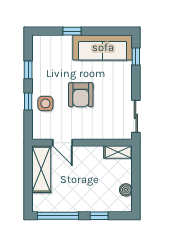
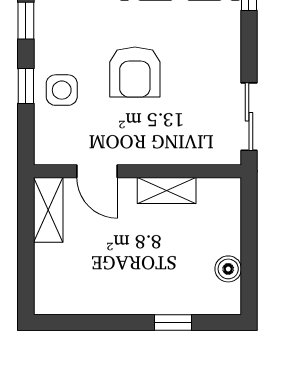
shelving: (118, 152) -> (167, 191), moved
shelving: (41, 169) -> (48, 210), width x0.67, depth x0.75
window: (58, 216) -> (88, 322), removed

